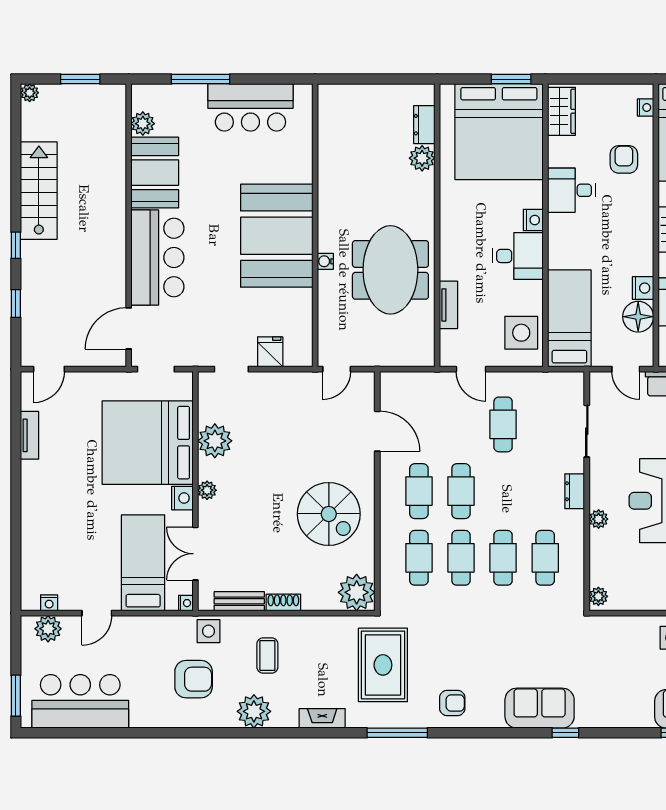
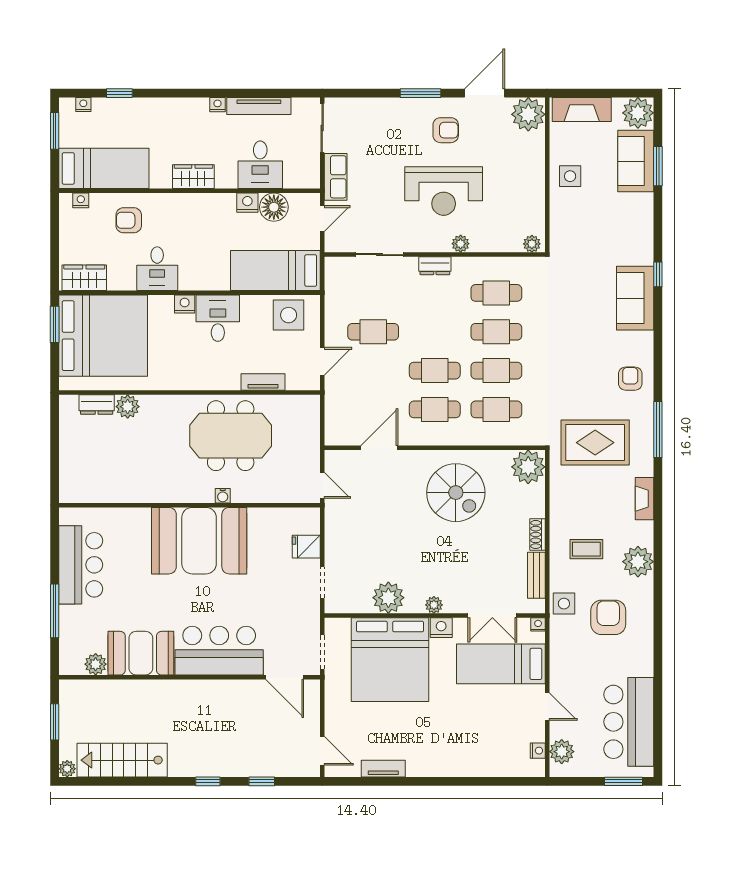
stairs: (39, 191) -> (122, 760), moved
spiral stairs: (329, 514) -> (456, 493), turned 90

